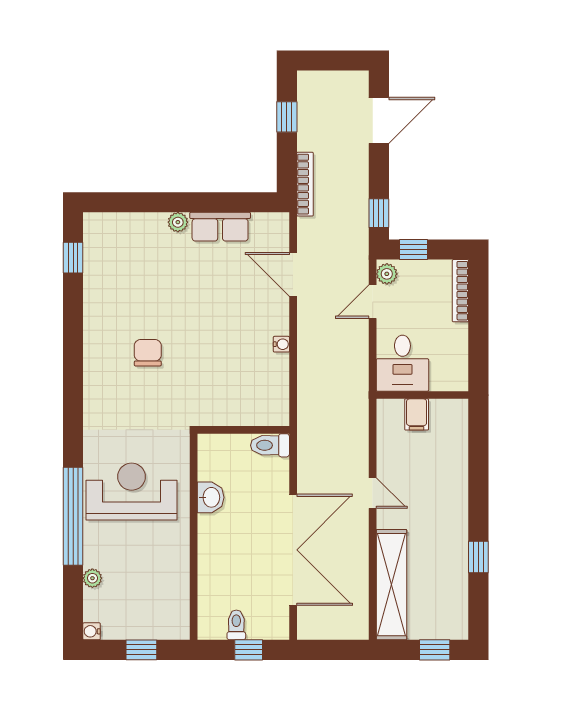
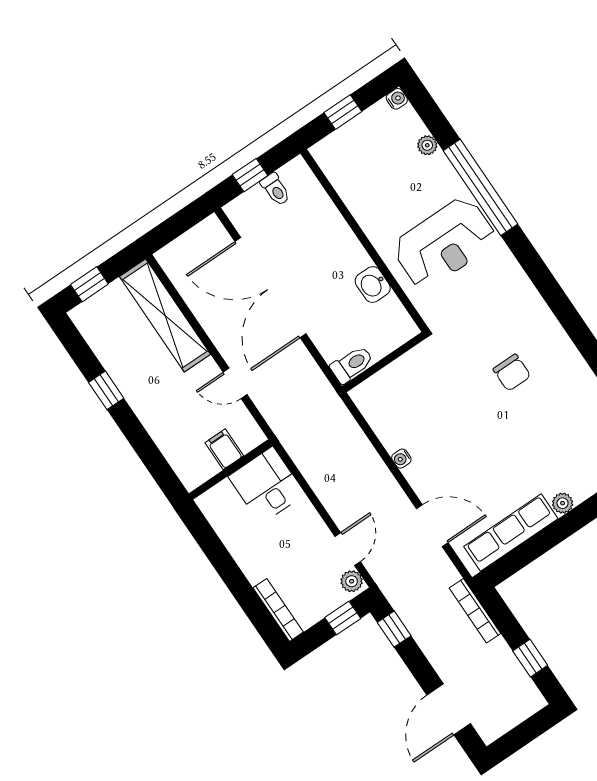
row of seats: (220, 227) -> (511, 533), width x1.48
desk: (402, 363) -> (267, 485), moved
wall: (422, 395) -> (231, 469), moved
filing cabinet: (417, 414) -> (224, 449), moved

